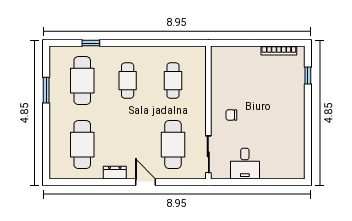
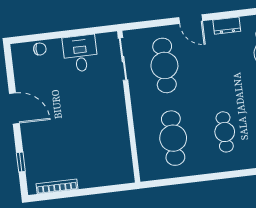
cafe table: (173, 81) -> (173, 138), width x1.37, depth x1.35
chair: (231, 115) -> (40, 49), moved
door: (308, 123) -> (14, 108), added

